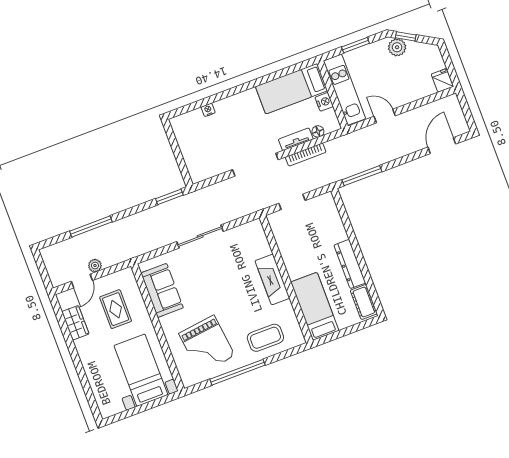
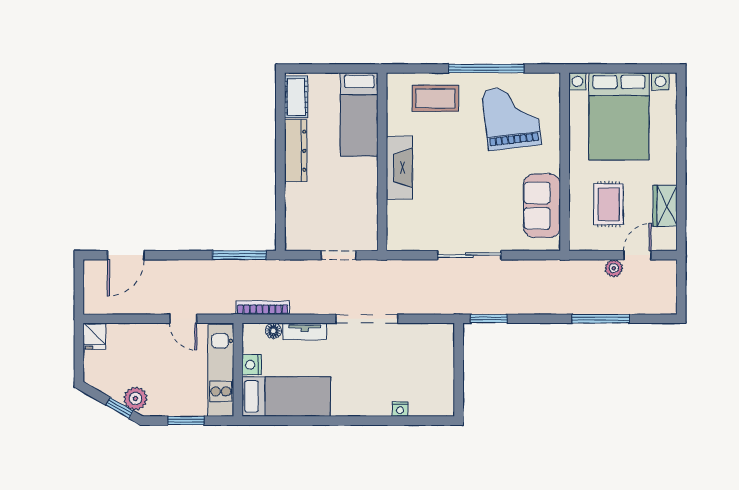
bookcase: (306, 155) -> (263, 308), moved
bed with nightstands: (141, 370) -> (619, 116), width x1.36

